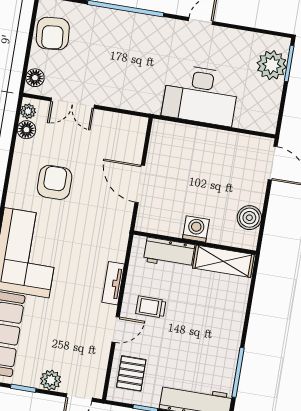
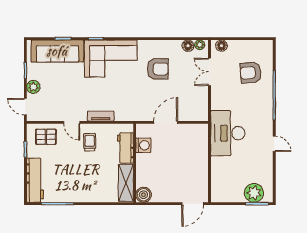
armchair: (53, 33) -> (251, 73), moved
desk: (201, 95) -> (228, 133), moved
boiler: (249, 218) -> (144, 195), moved
washing machine: (196, 229) -> (143, 145), moved

